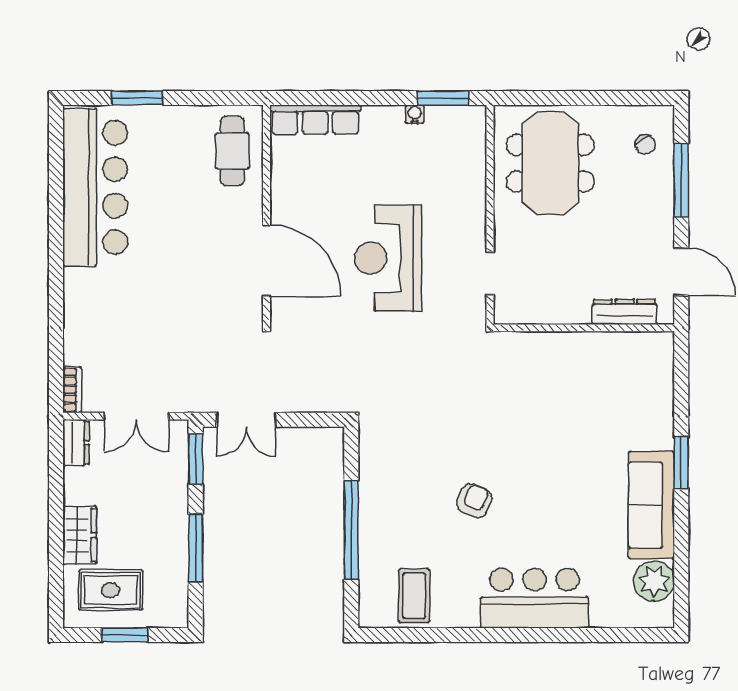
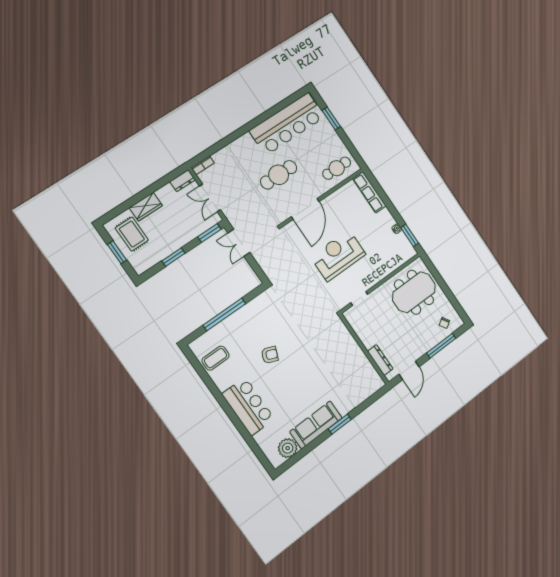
cafe table: (175, 266) -> (279, 175), added
window: (196, 548) -> (173, 257), width x0.69

